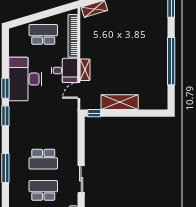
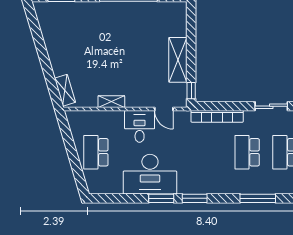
bookcase: (73, 36) -> (217, 116), moved
shelving: (85, 70) -> (111, 102), moved
school desk: (43, 159) -> (247, 152), turned 180

